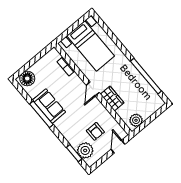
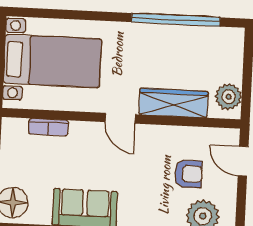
wardrobe: (112, 99) -> (173, 103), width x1.50

